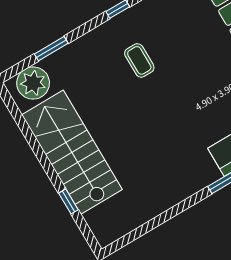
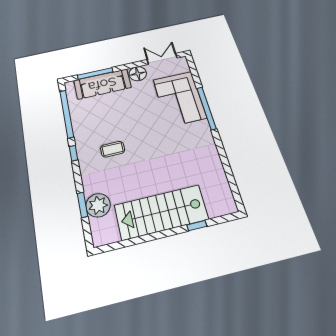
plant: (33, 83) -> (98, 205), moved

